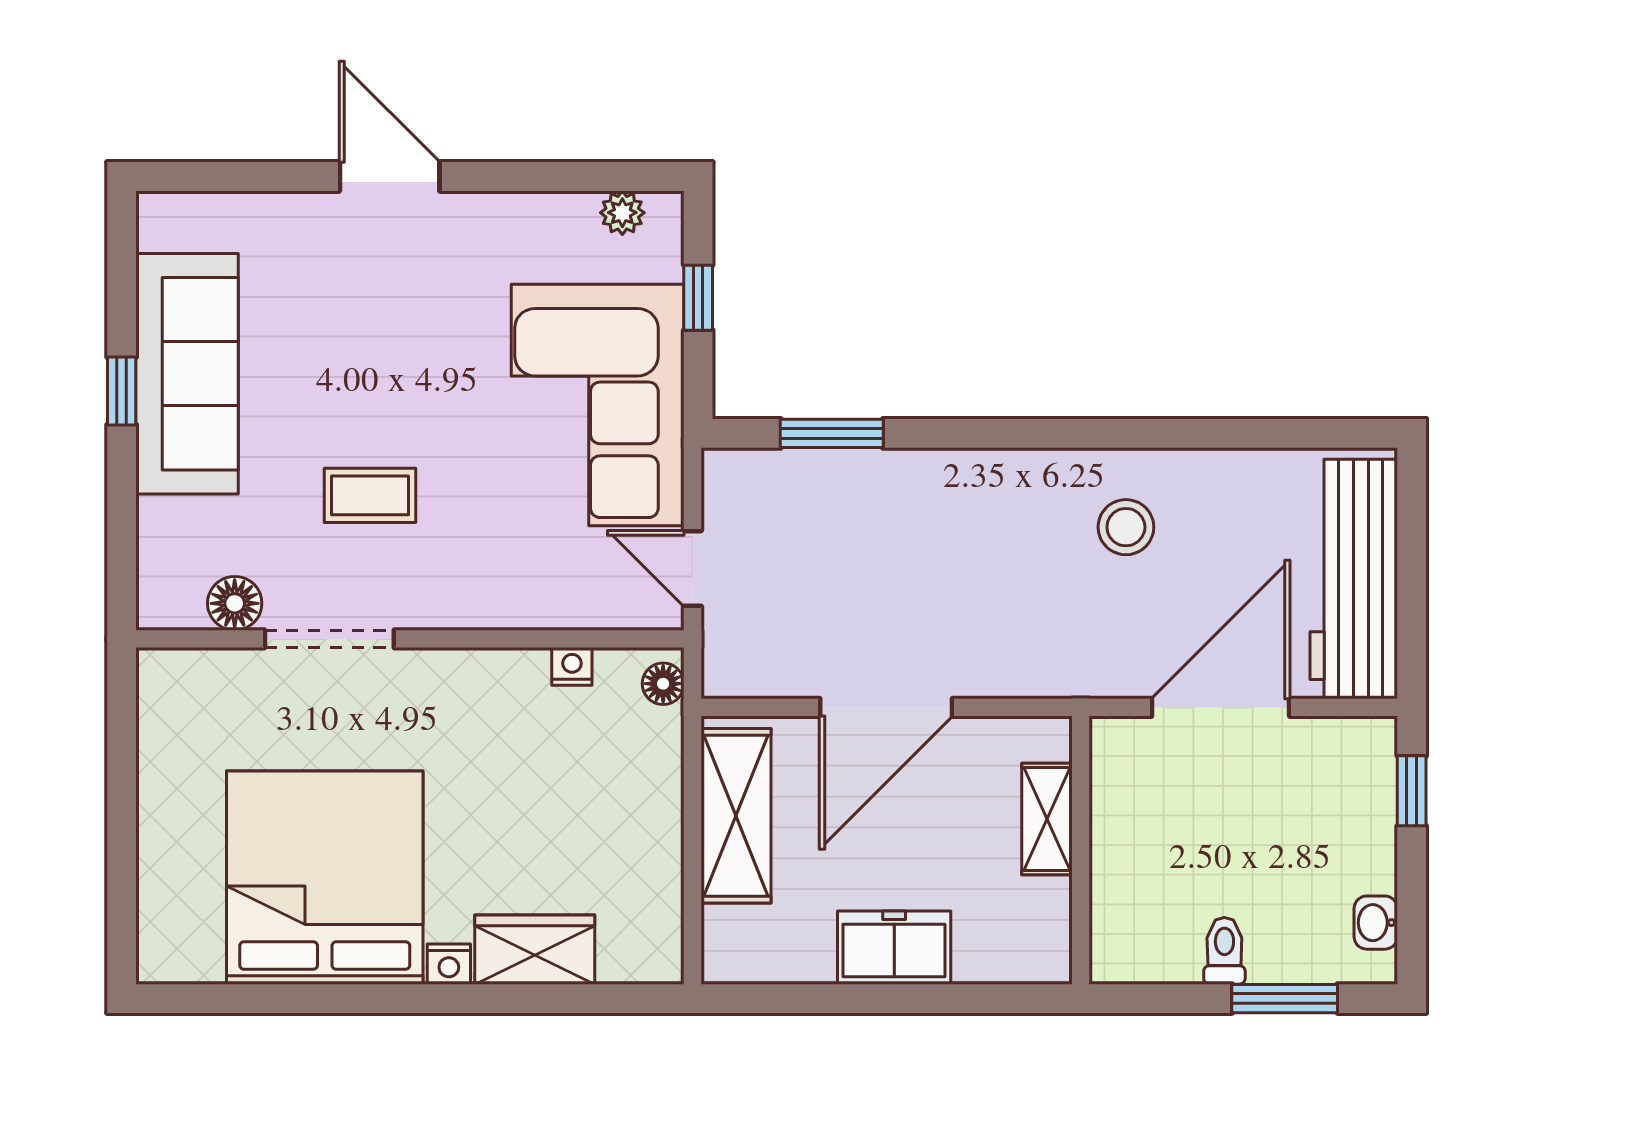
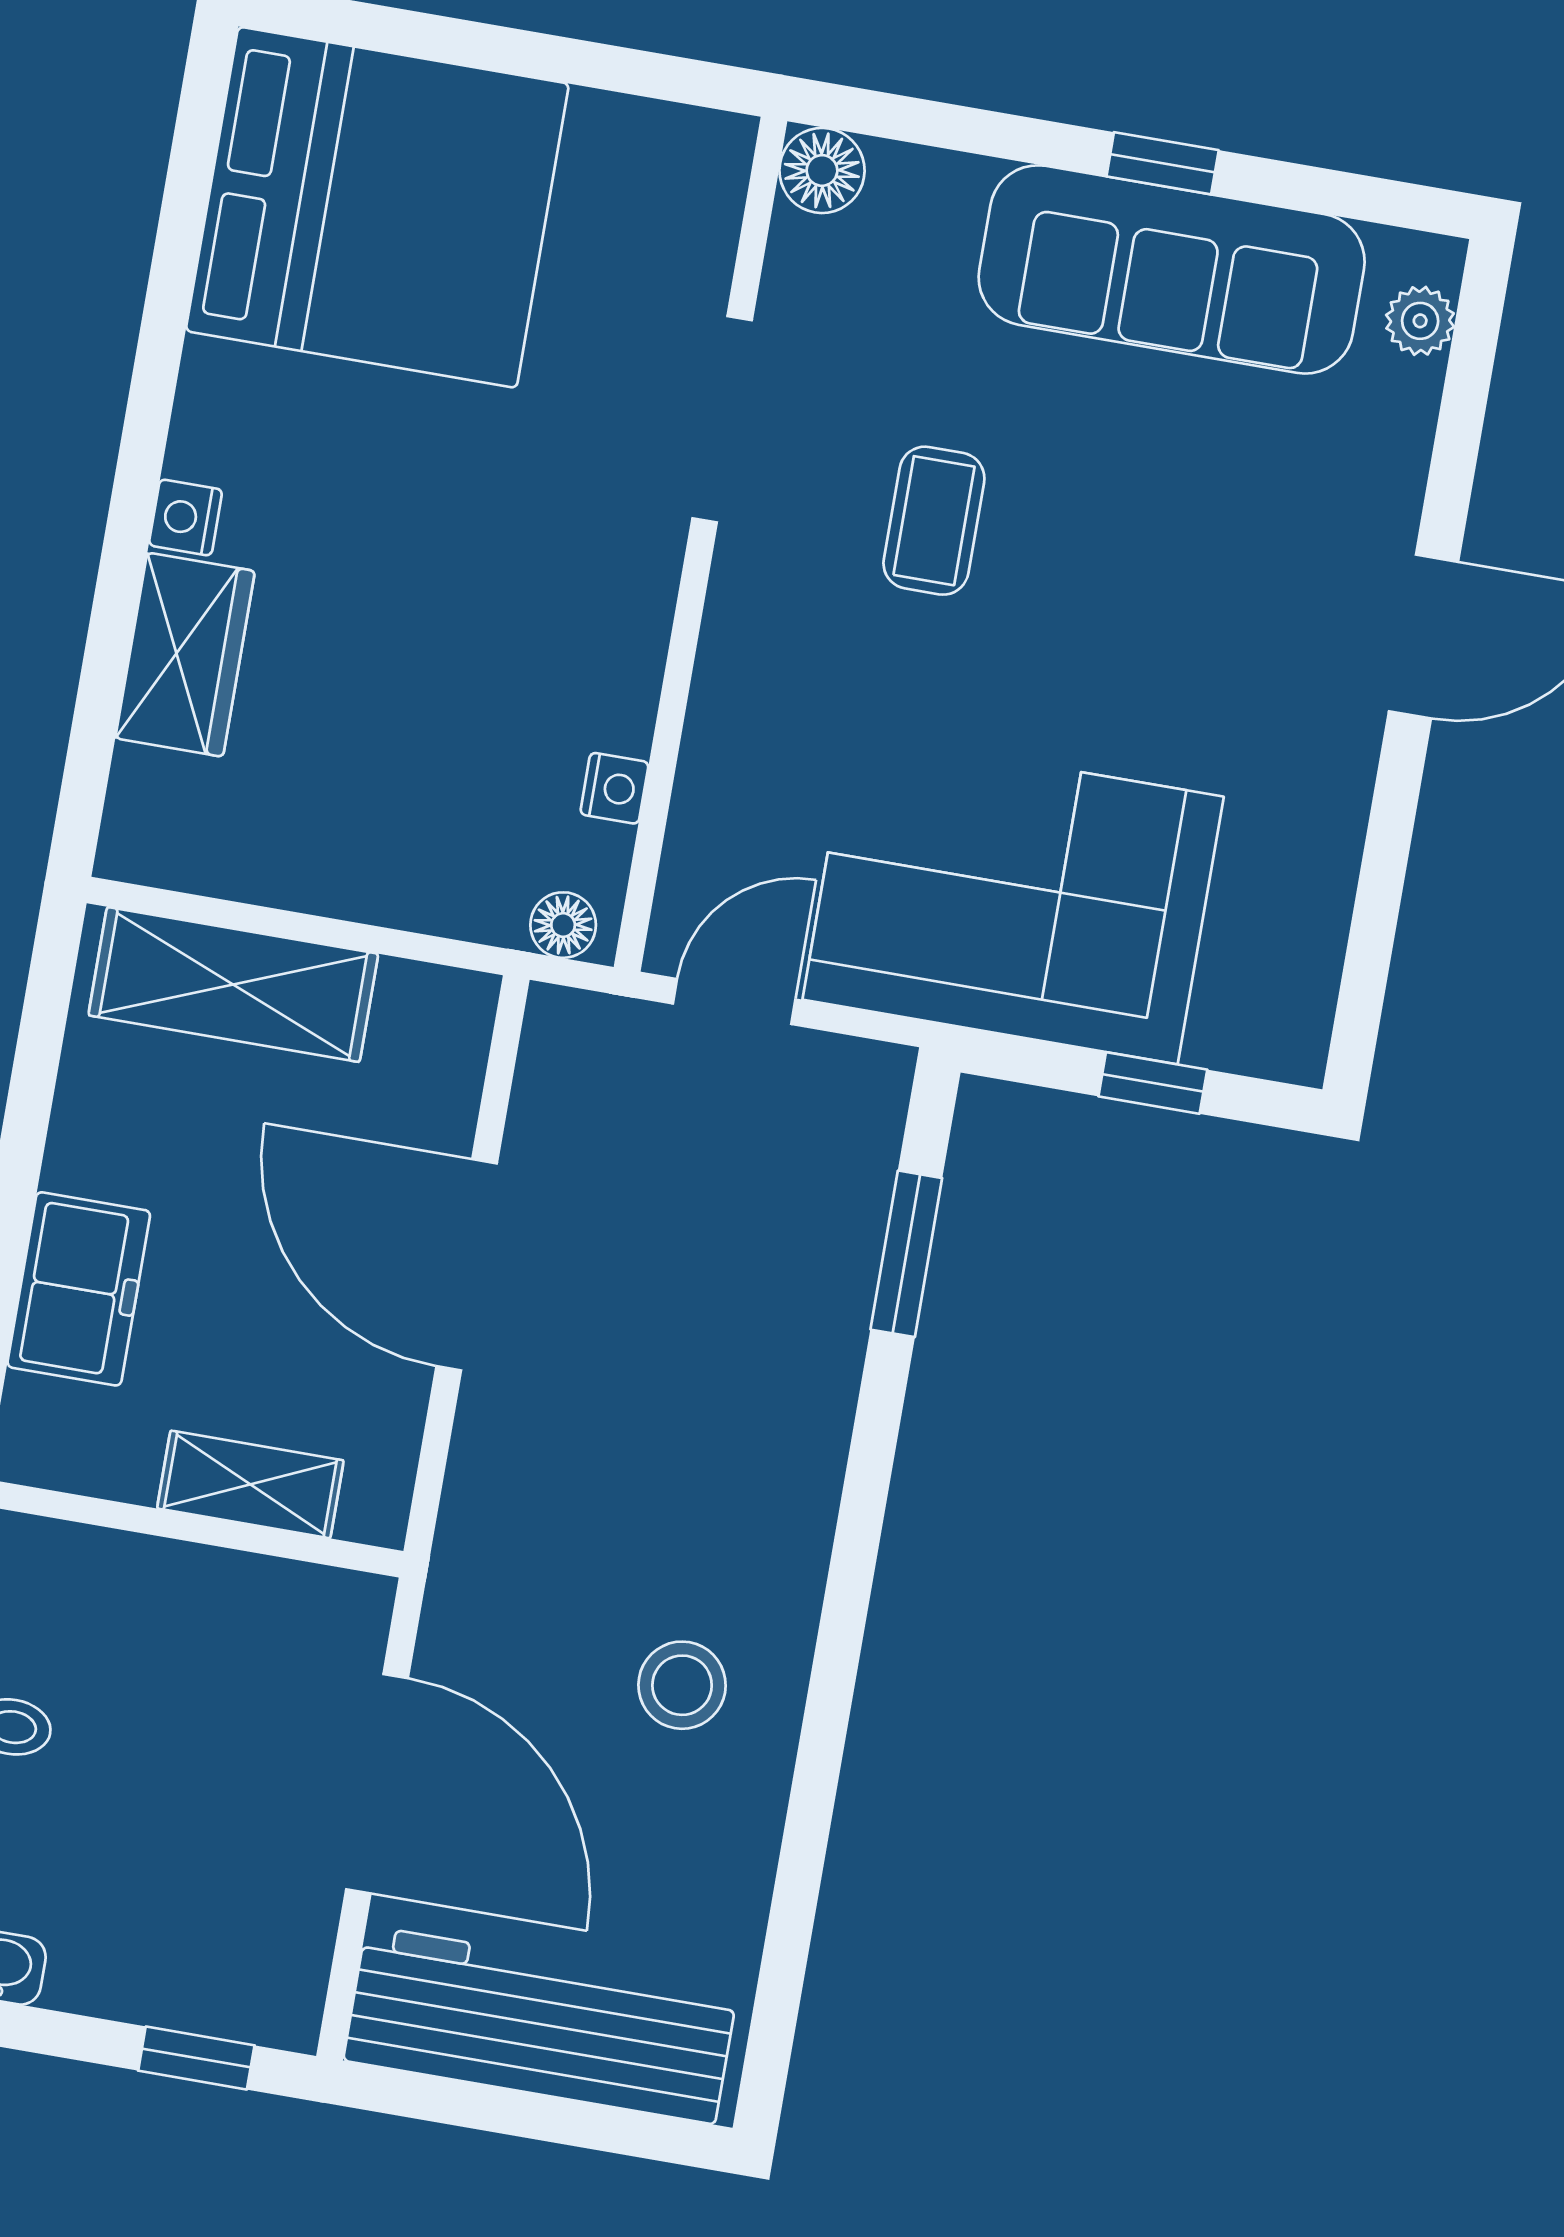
plant: (622, 213) -> (1420, 321), moved
floor lamp: (235, 603) -> (822, 170), moved
shelving: (736, 816) -> (233, 985), moved
bed: (325, 878) -> (377, 207), moved
freezer: (894, 948) -> (79, 1289), moved

